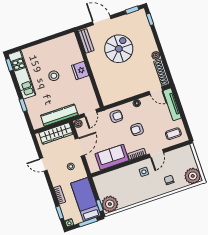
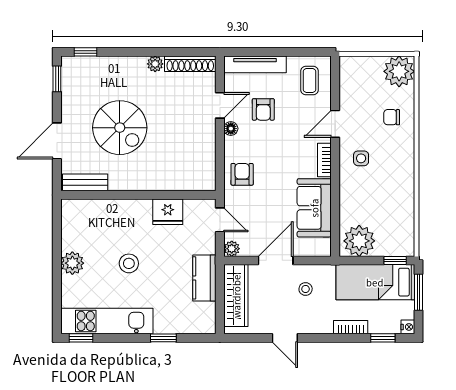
plant: (45, 48) -> (72, 263), added
spiral stairs: (119, 49) -> (120, 128), turned 180
fridge: (80, 70) -> (168, 212), moved
door: (156, 91) -> (220, 105), moved
kitchen counter: (59, 115) -> (204, 278), width x0.67
armchair: (137, 129) -> (263, 109), moved
door: (80, 147) -> (276, 260), hinge flipped
door: (156, 153) -> (335, 124), swing flipped
door: (43, 164) -> (285, 338), hinge flipped
plant: (110, 204) -> (359, 241), moved

